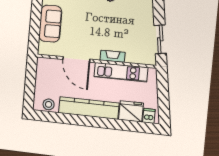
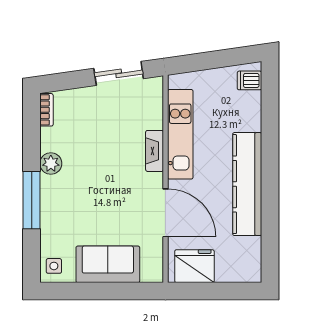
door: (76, 59) -> (165, 213), hinge flipped
stool: (49, 104) -> (249, 255), removed
fridge: (131, 111) -> (194, 266), moved, turned 90

